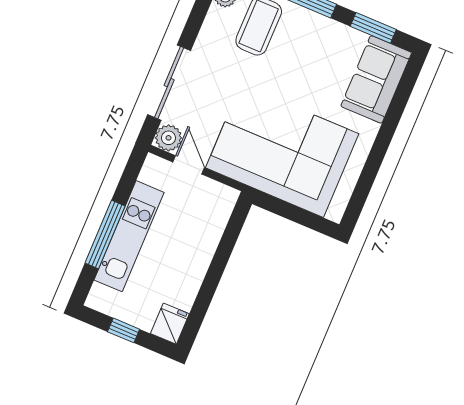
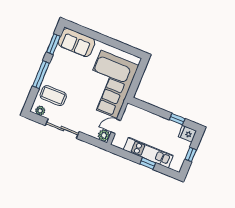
sliding door: (169, 83) -> (62, 129), moved
window: (105, 234) -> (148, 163), width x0.46
window: (203, 301) -> (177, 119), added

